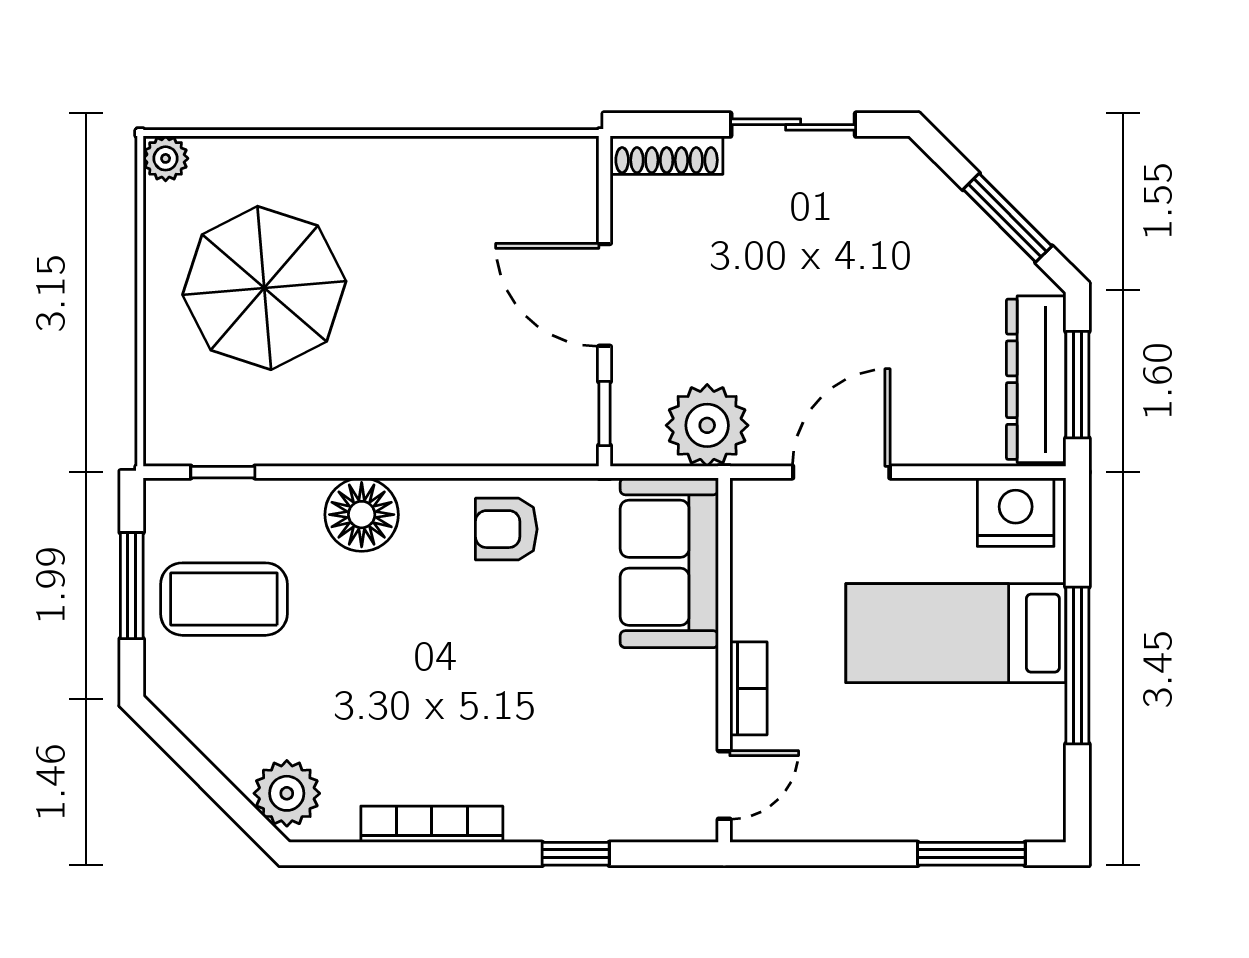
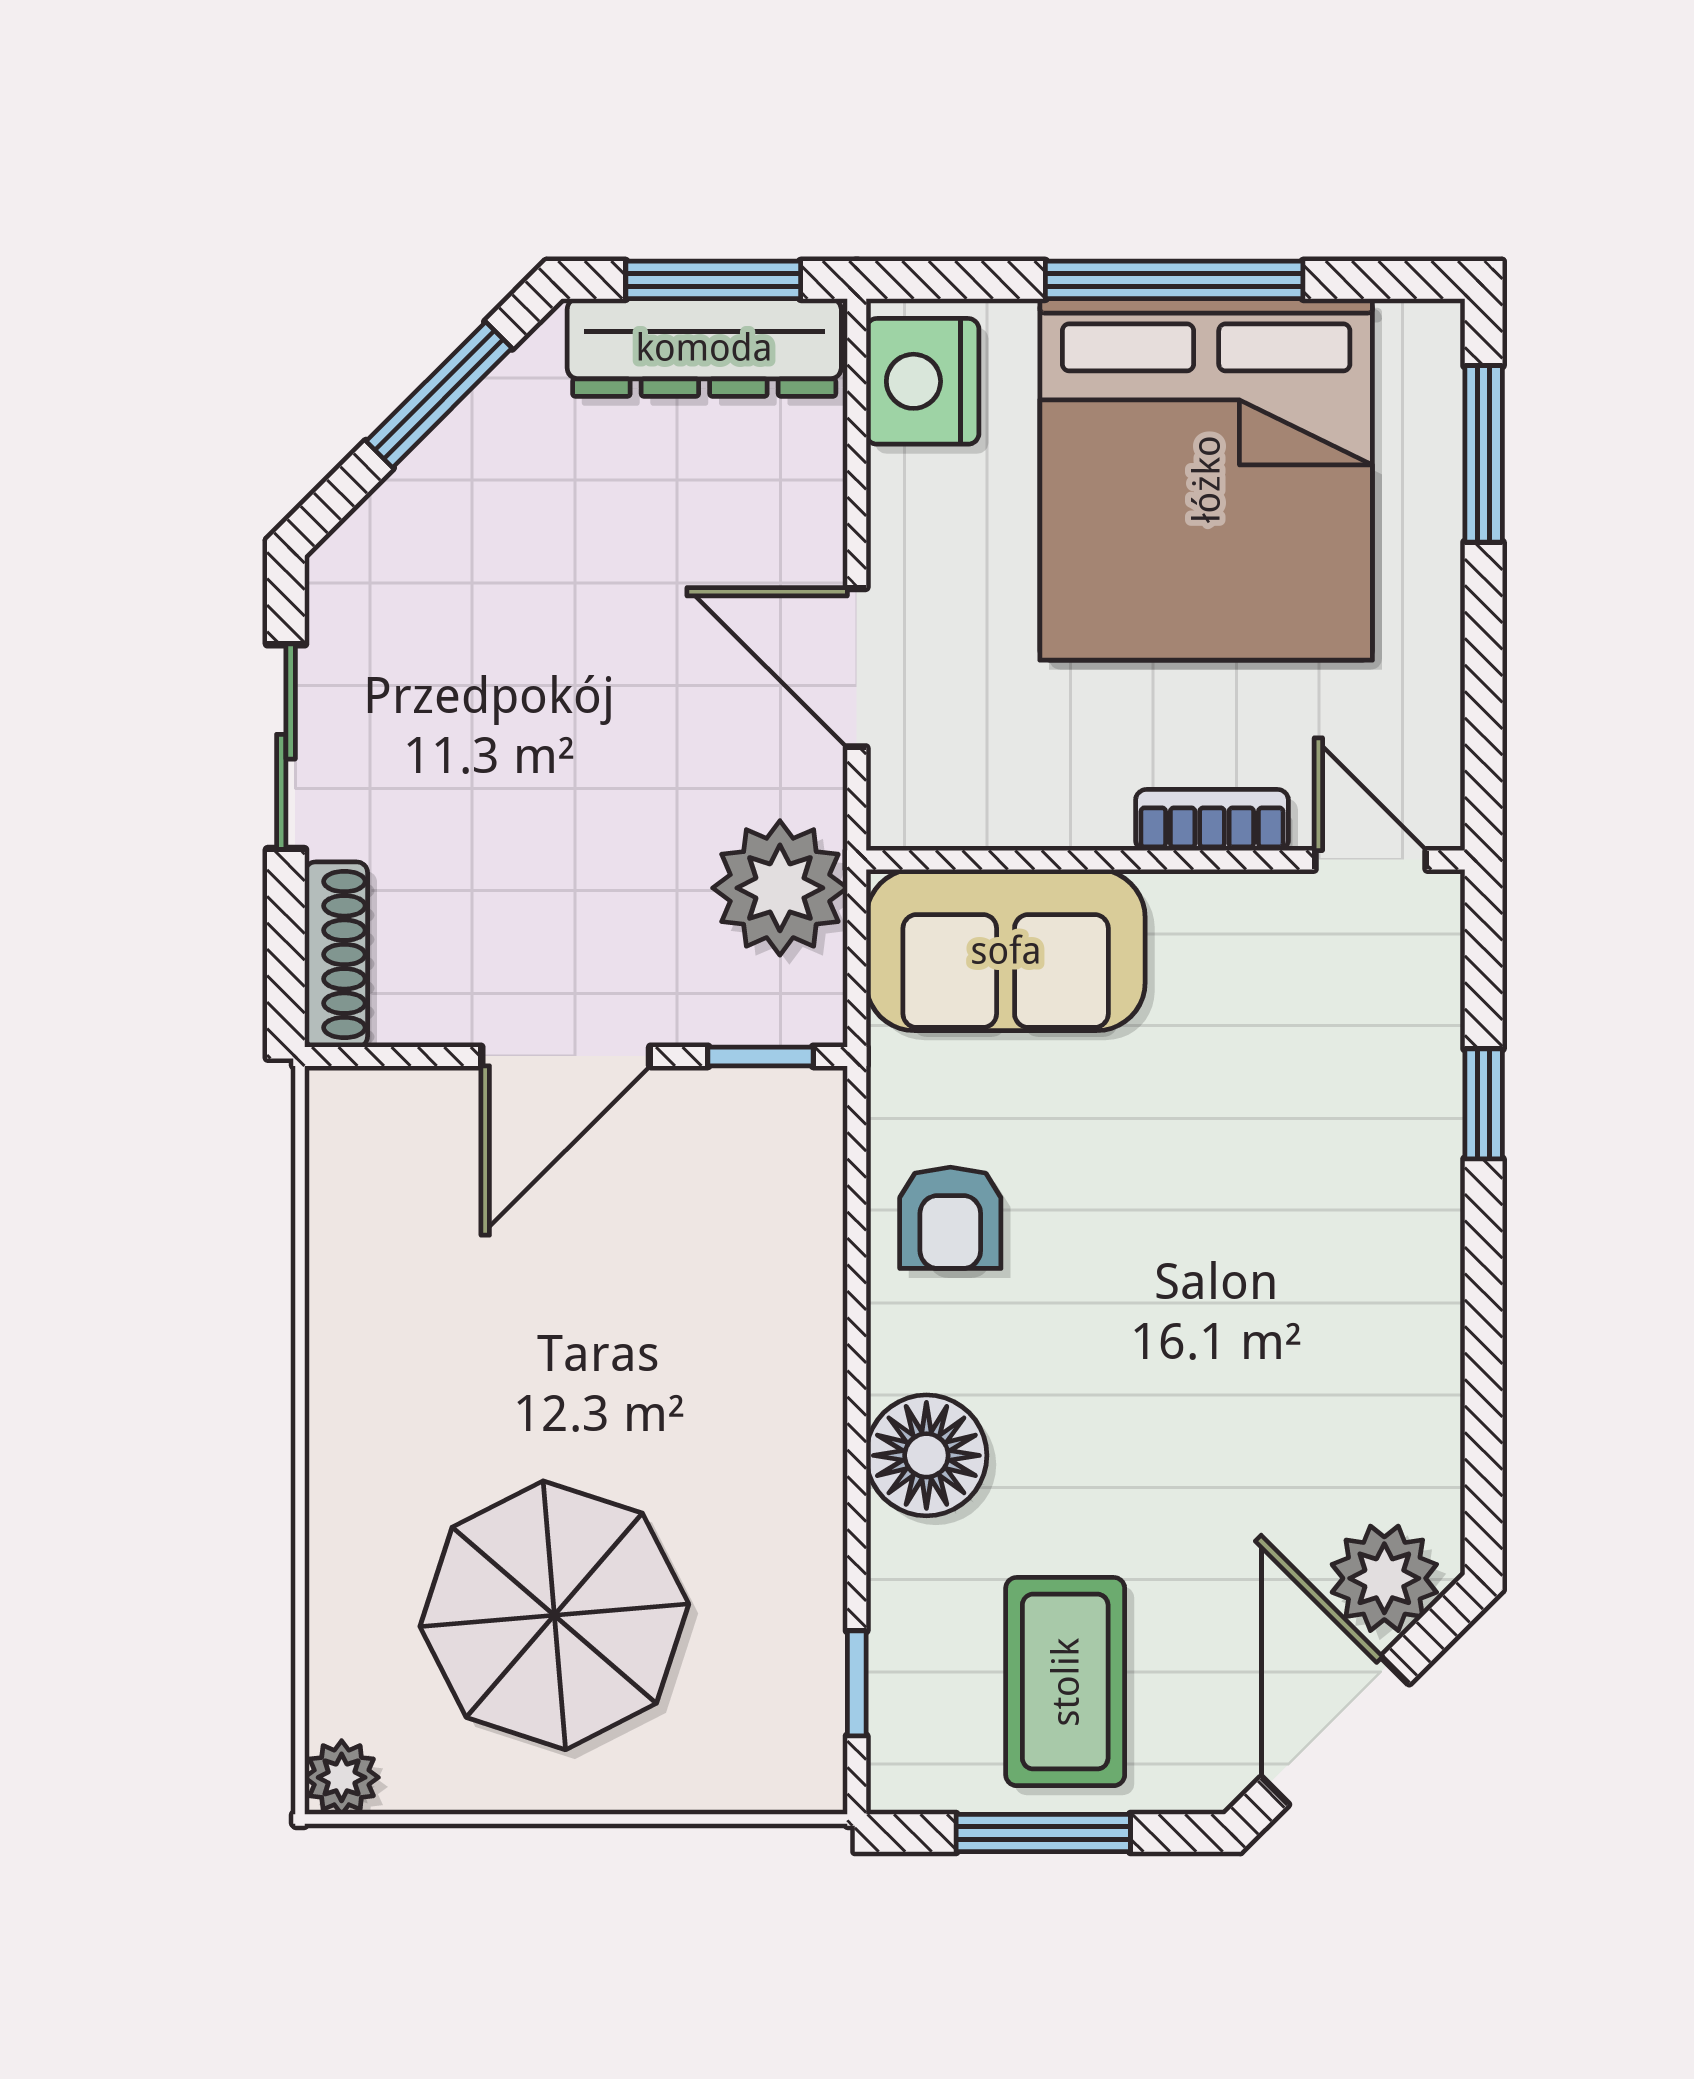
bed: (956, 633) -> (1206, 479), width x2.04
door: (194, 763) -> (1335, 1731), added
bookcase: (432, 824) -> (1435, 1340), removed

